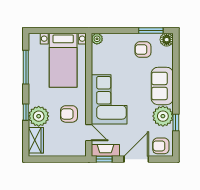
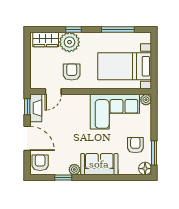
corner sofa: (109, 99) -> (115, 112), moved
plant: (163, 116) -> (74, 169), width x0.53, depth x0.53

